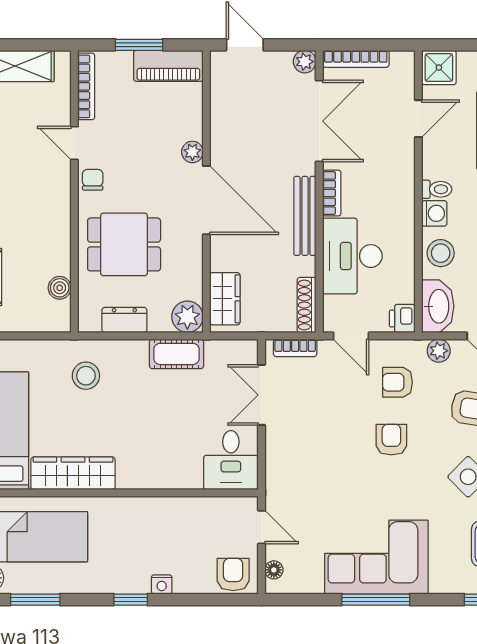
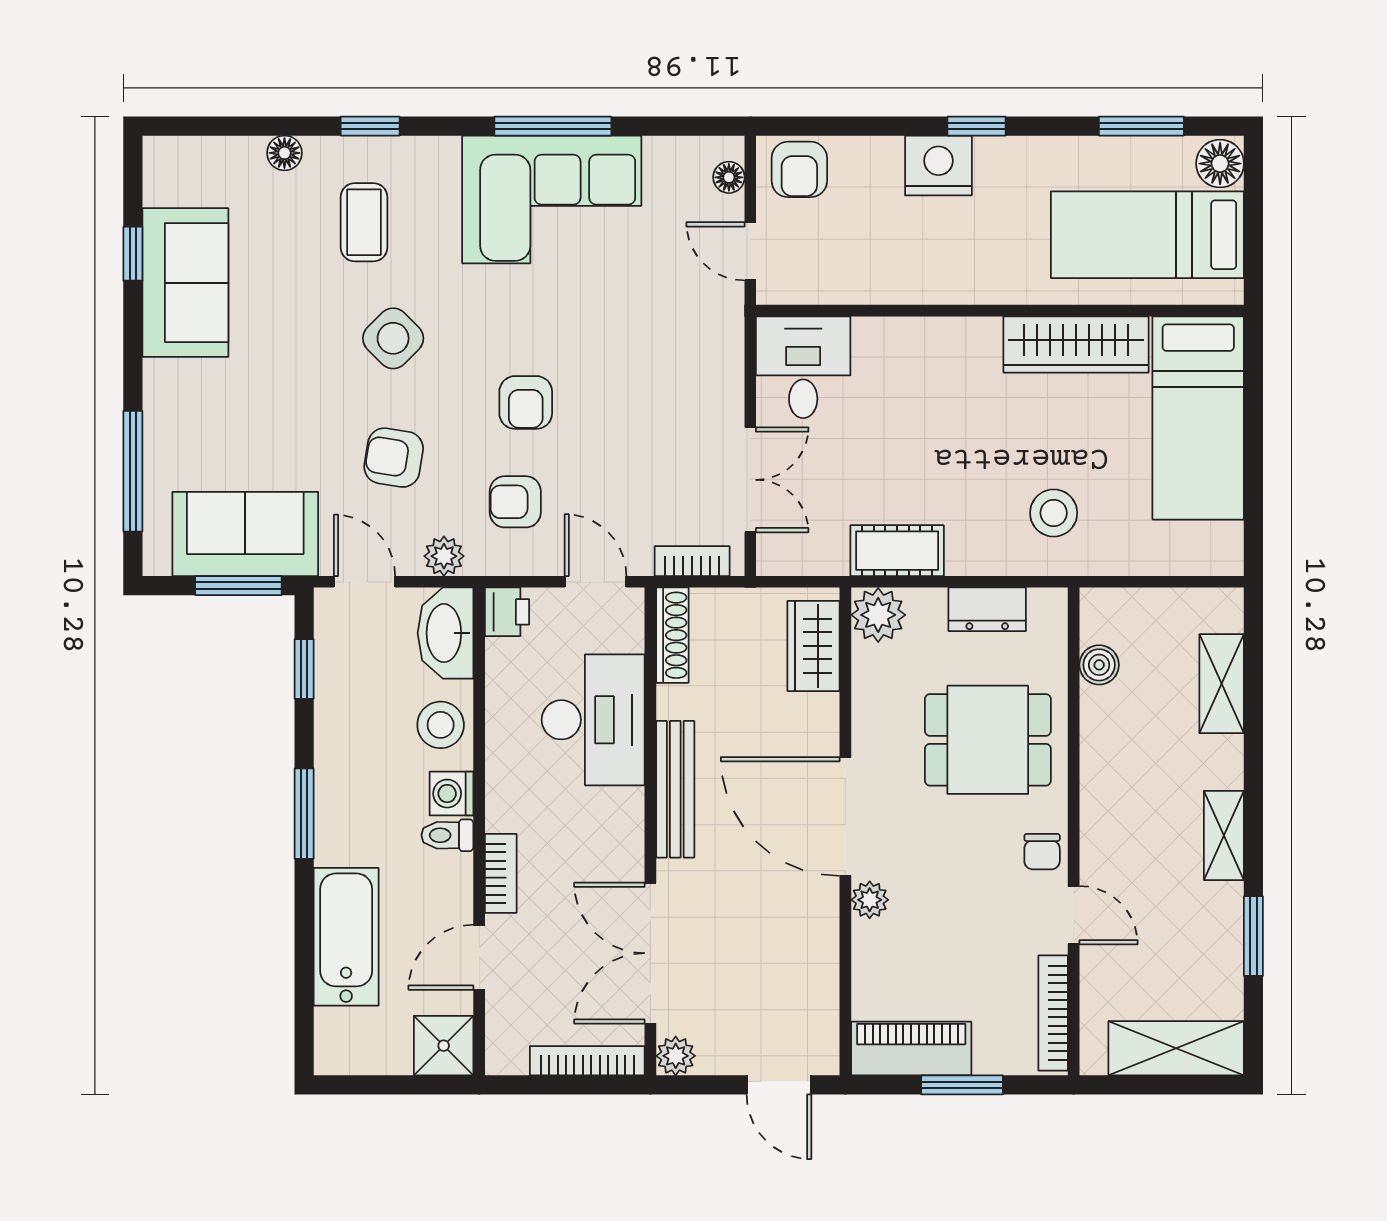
bookcase: (332, 193) -> (501, 873), moved, turned 180
armchair: (397, 382) -> (515, 502), turned 180
nightstand: (162, 584) -> (938, 165), width x1.89, depth x1.79

